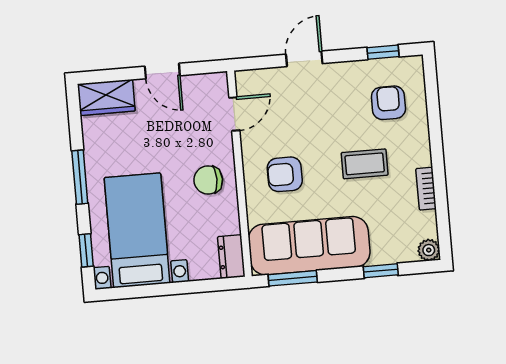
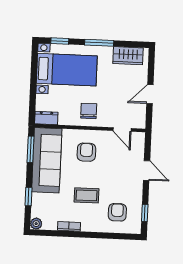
wardrobe: (106, 97) -> (128, 56), moved, turned -90
armchair: (388, 103) -> (117, 212), turned -90
coffee table: (365, 164) -> (86, 195), turned 90

